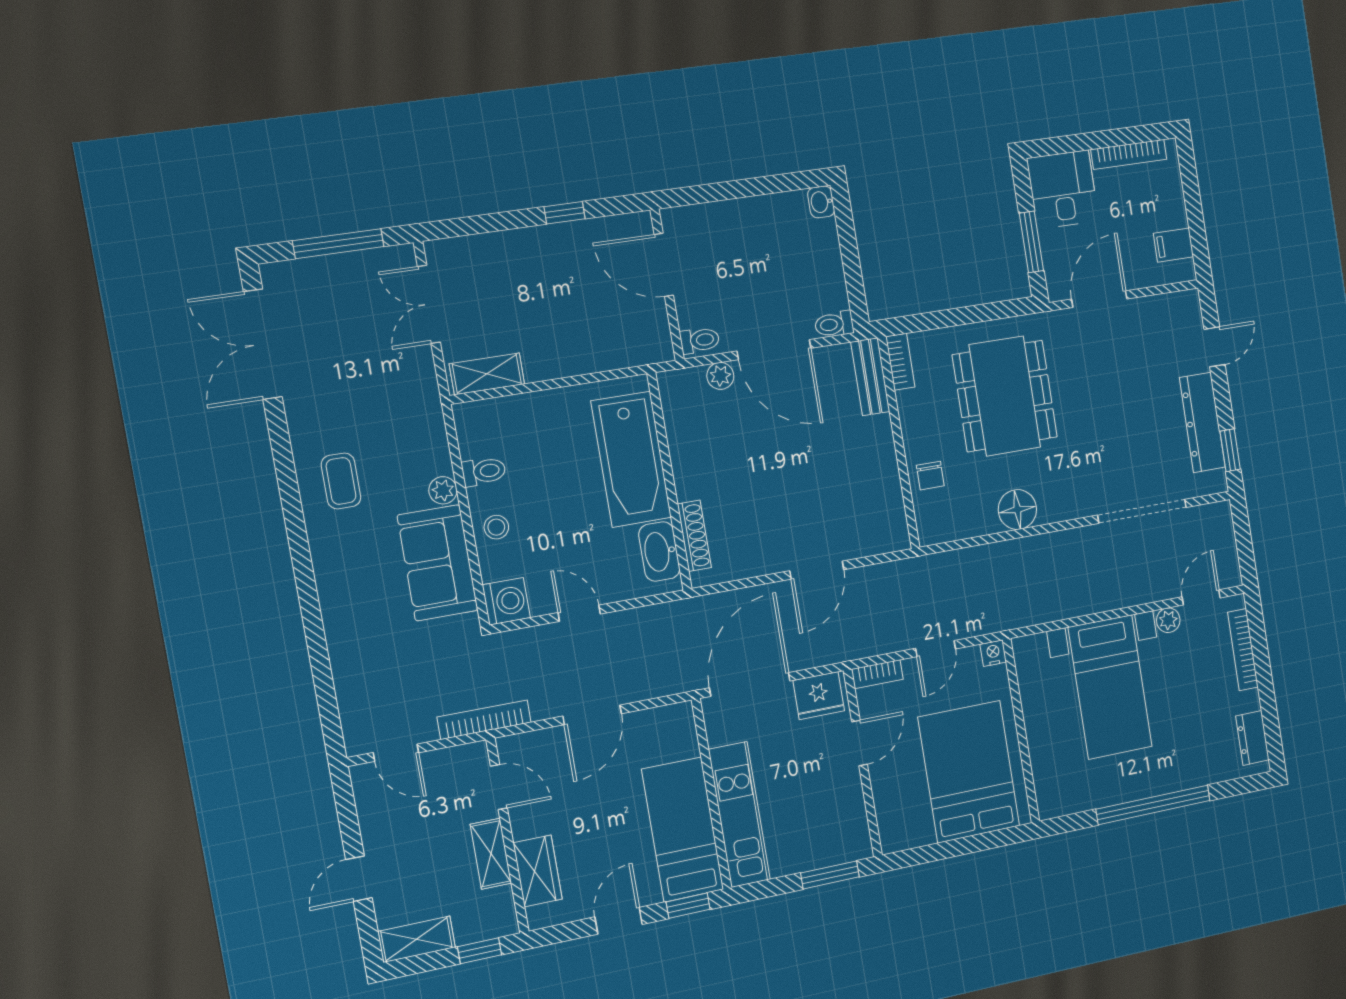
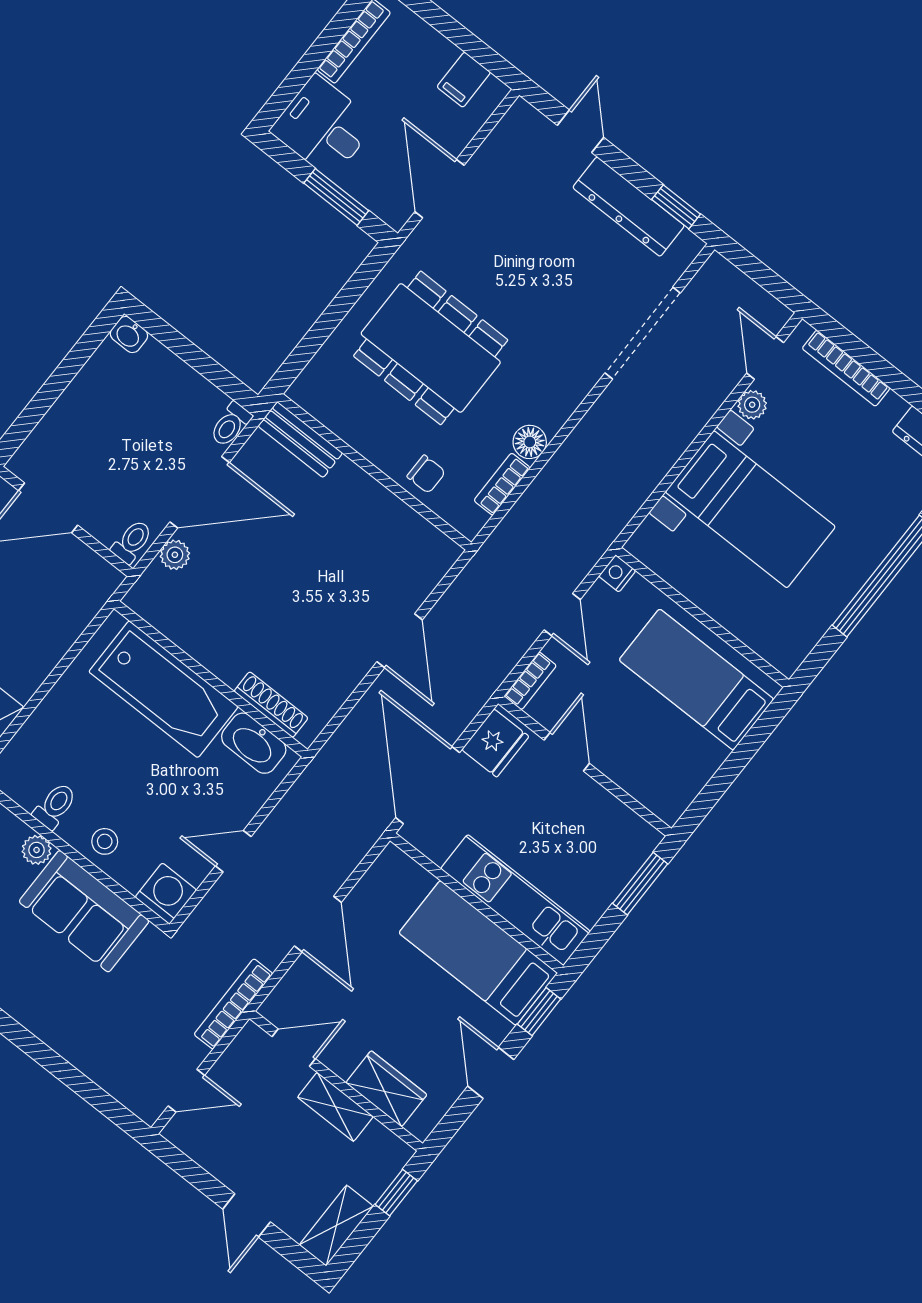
bookcase: (900, 362) -> (502, 484), moved, turned -90
floor lamp: (1017, 510) -> (530, 442), width x0.73, depth x0.73
bed: (969, 772) -> (696, 680), width x0.67

